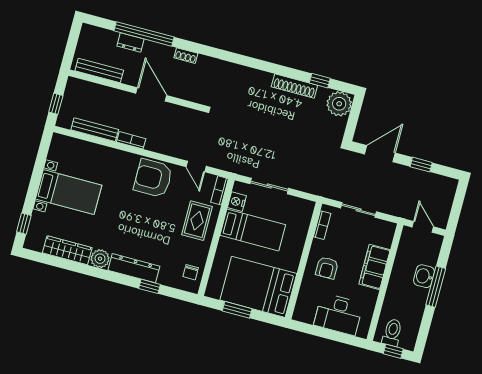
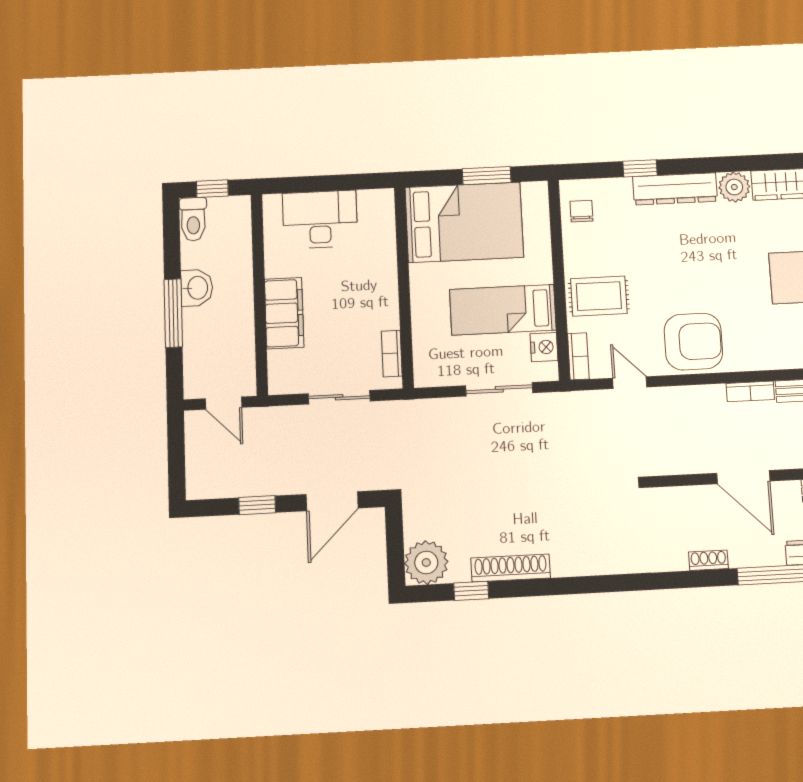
rug: (197, 221) -> (599, 296), turned 90
armchair: (327, 268) -> (362, 287), removed
washbasin: (424, 276) -> (197, 288), moved
toilet: (392, 332) -> (193, 219), moved

